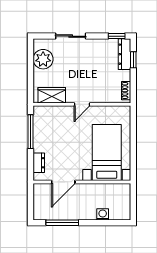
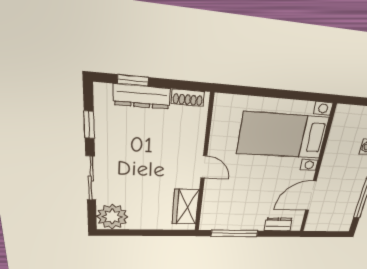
window: (117, 36) -> (89, 125), moved
dresser: (124, 54) -> (142, 97), moved
plant: (43, 59) -> (112, 217), moved
door: (63, 182) -> (311, 196), swing flipped

